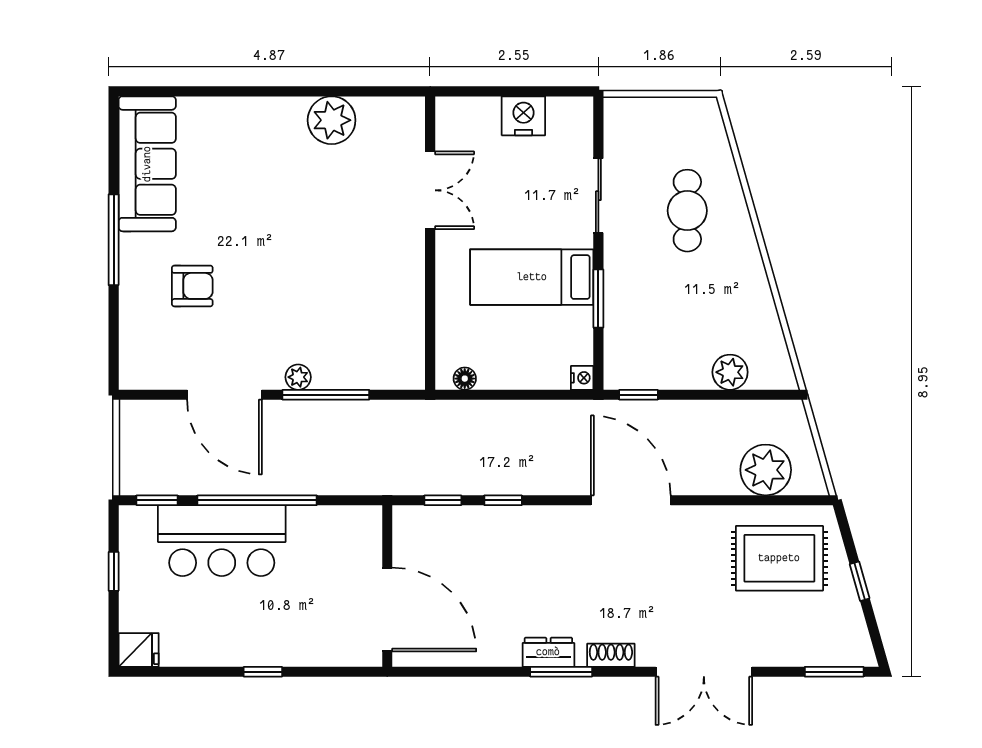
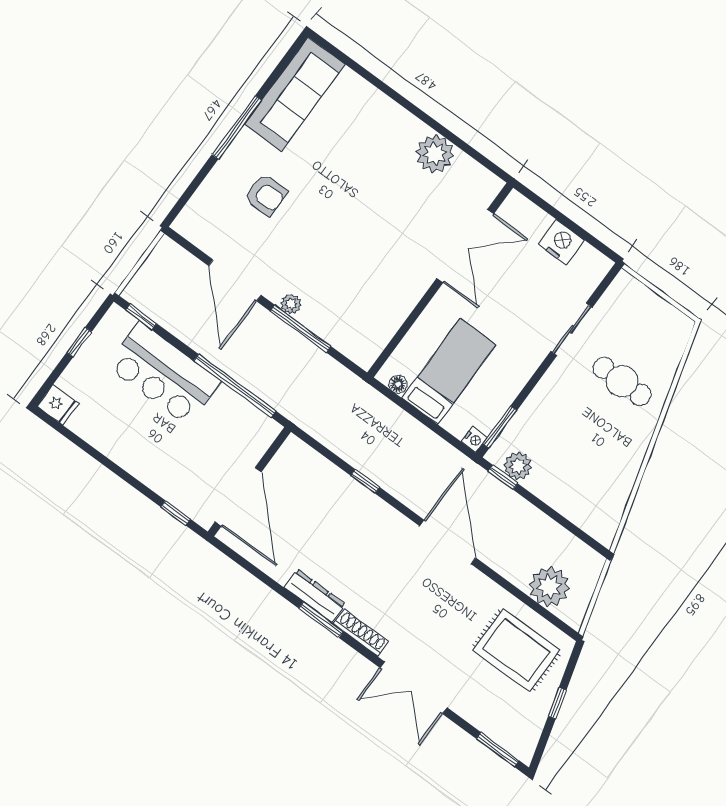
double door: (430, 190) -> (465, 246), width x1.37
cafe table: (687, 211) -> (622, 381), turned 90
bed: (532, 277) -> (449, 371), moved, turned 90
window: (598, 299) -> (500, 427), moved
plant: (730, 372) -> (518, 466), moved
window: (257, 500) -> (235, 386), moved
window: (443, 500) -> (326, 453), removed
dresser: (548, 652) -> (315, 596), width x1.44
shoe rack: (611, 655) -> (361, 633), width x1.43
window: (263, 672) -> (176, 513), moved

